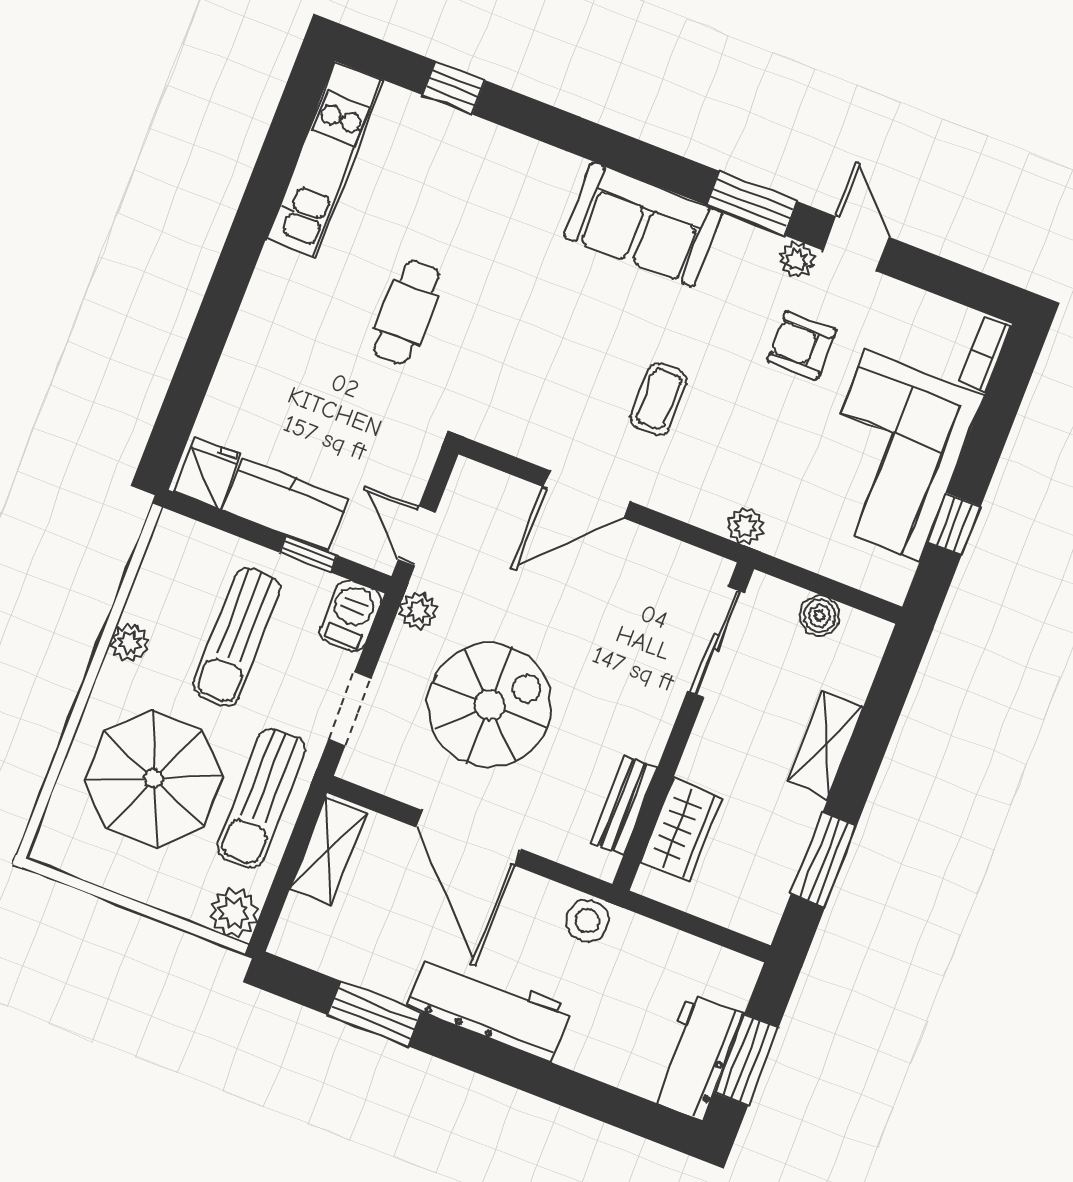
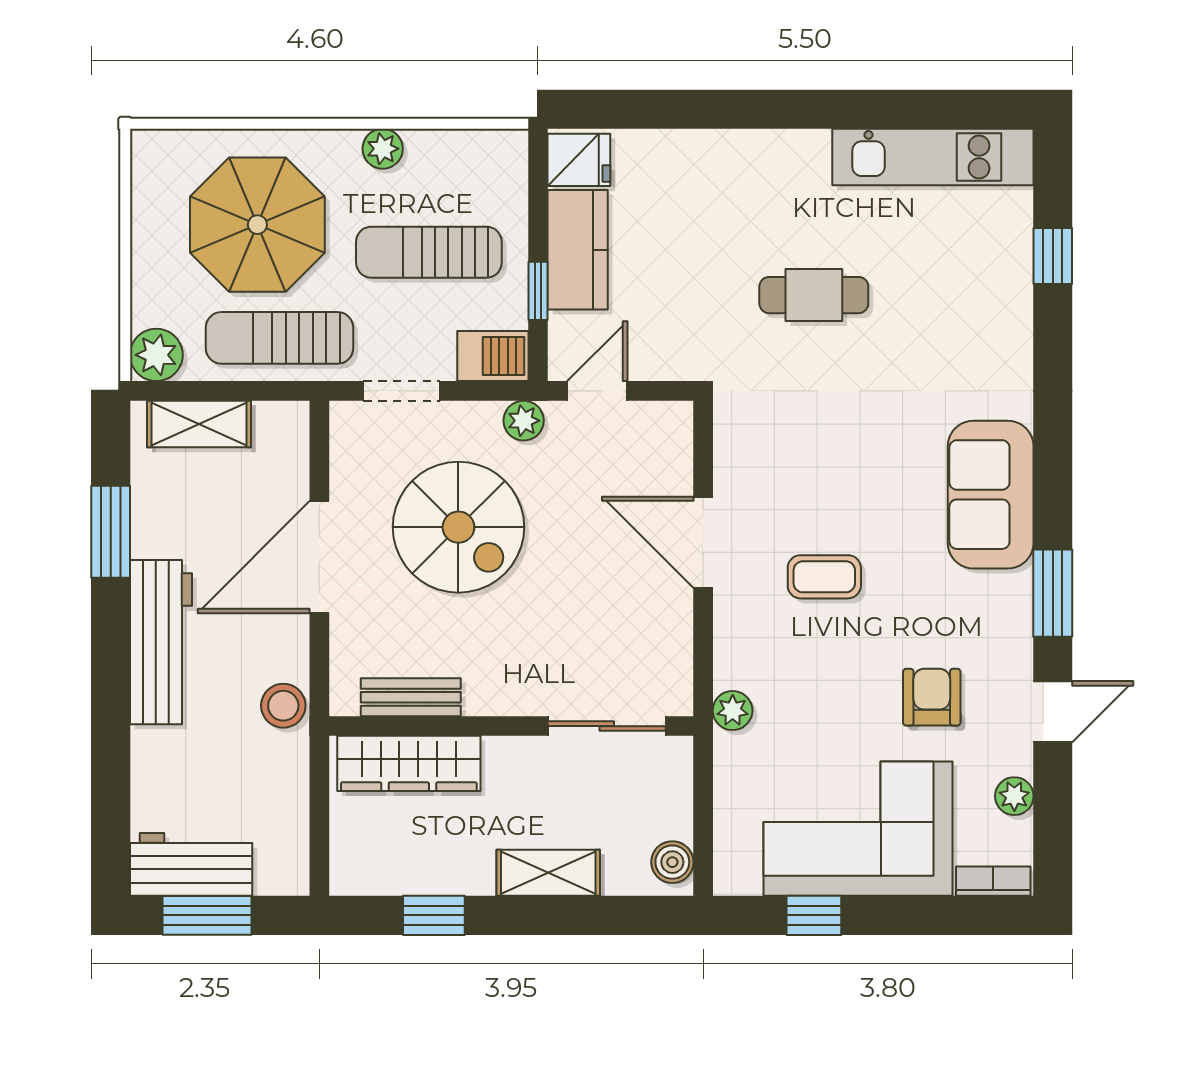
plant: (797, 260) -> (1014, 796), moved
boiler: (820, 616) -> (672, 862), moved
wardrobe: (681, 830) -> (409, 763), width x1.50
shelving: (328, 851) -> (199, 424), moved
window: (824, 860) -> (434, 915), width x0.67

